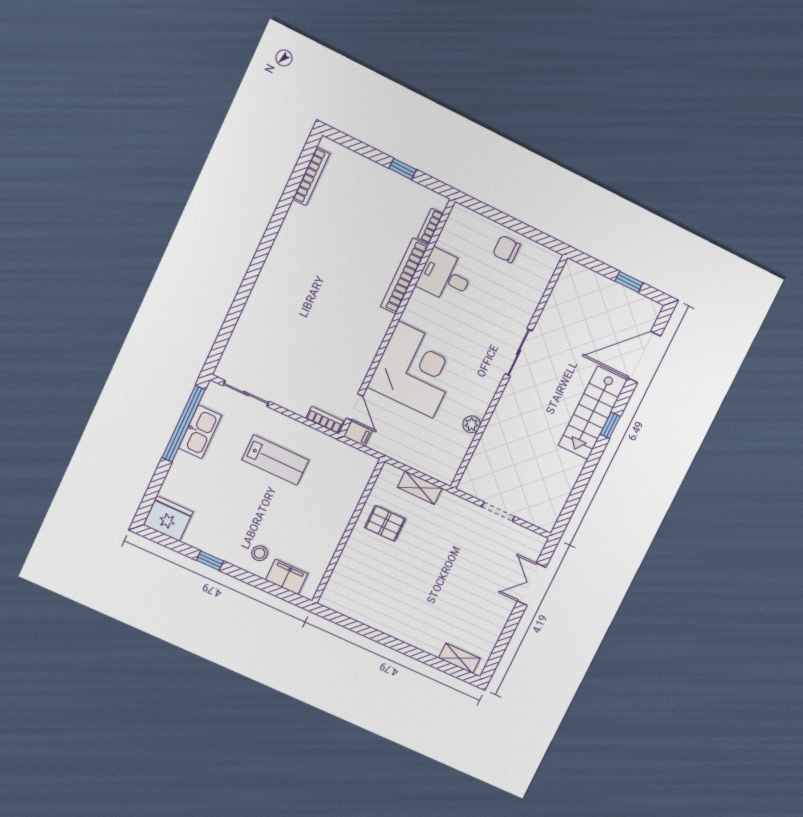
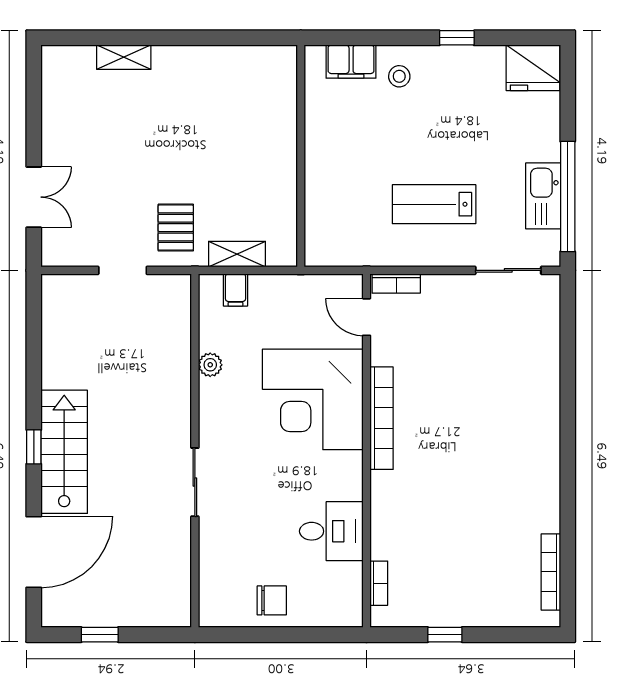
bookcase: (404, 276) -> (382, 418), moved
filing cabinet: (358, 434) -> (235, 290), moved, turned -90
pallet: (385, 523) -> (176, 228), moved, turned 90
shelving: (459, 658) -> (124, 57), moved

